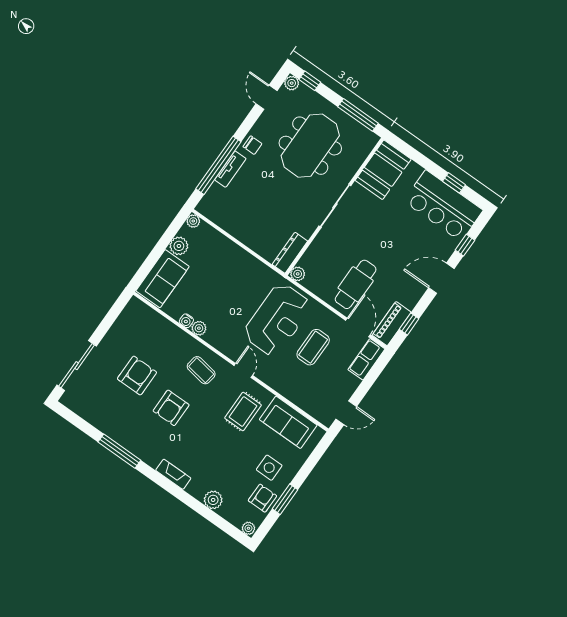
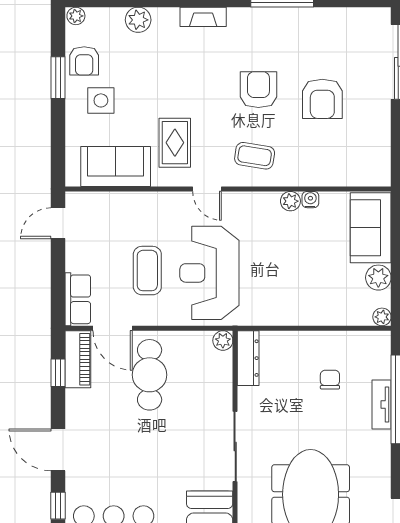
chair: (252, 145) -> (330, 380), moved, turned 90
door: (441, 278) -> (58, 450), swing flipped

